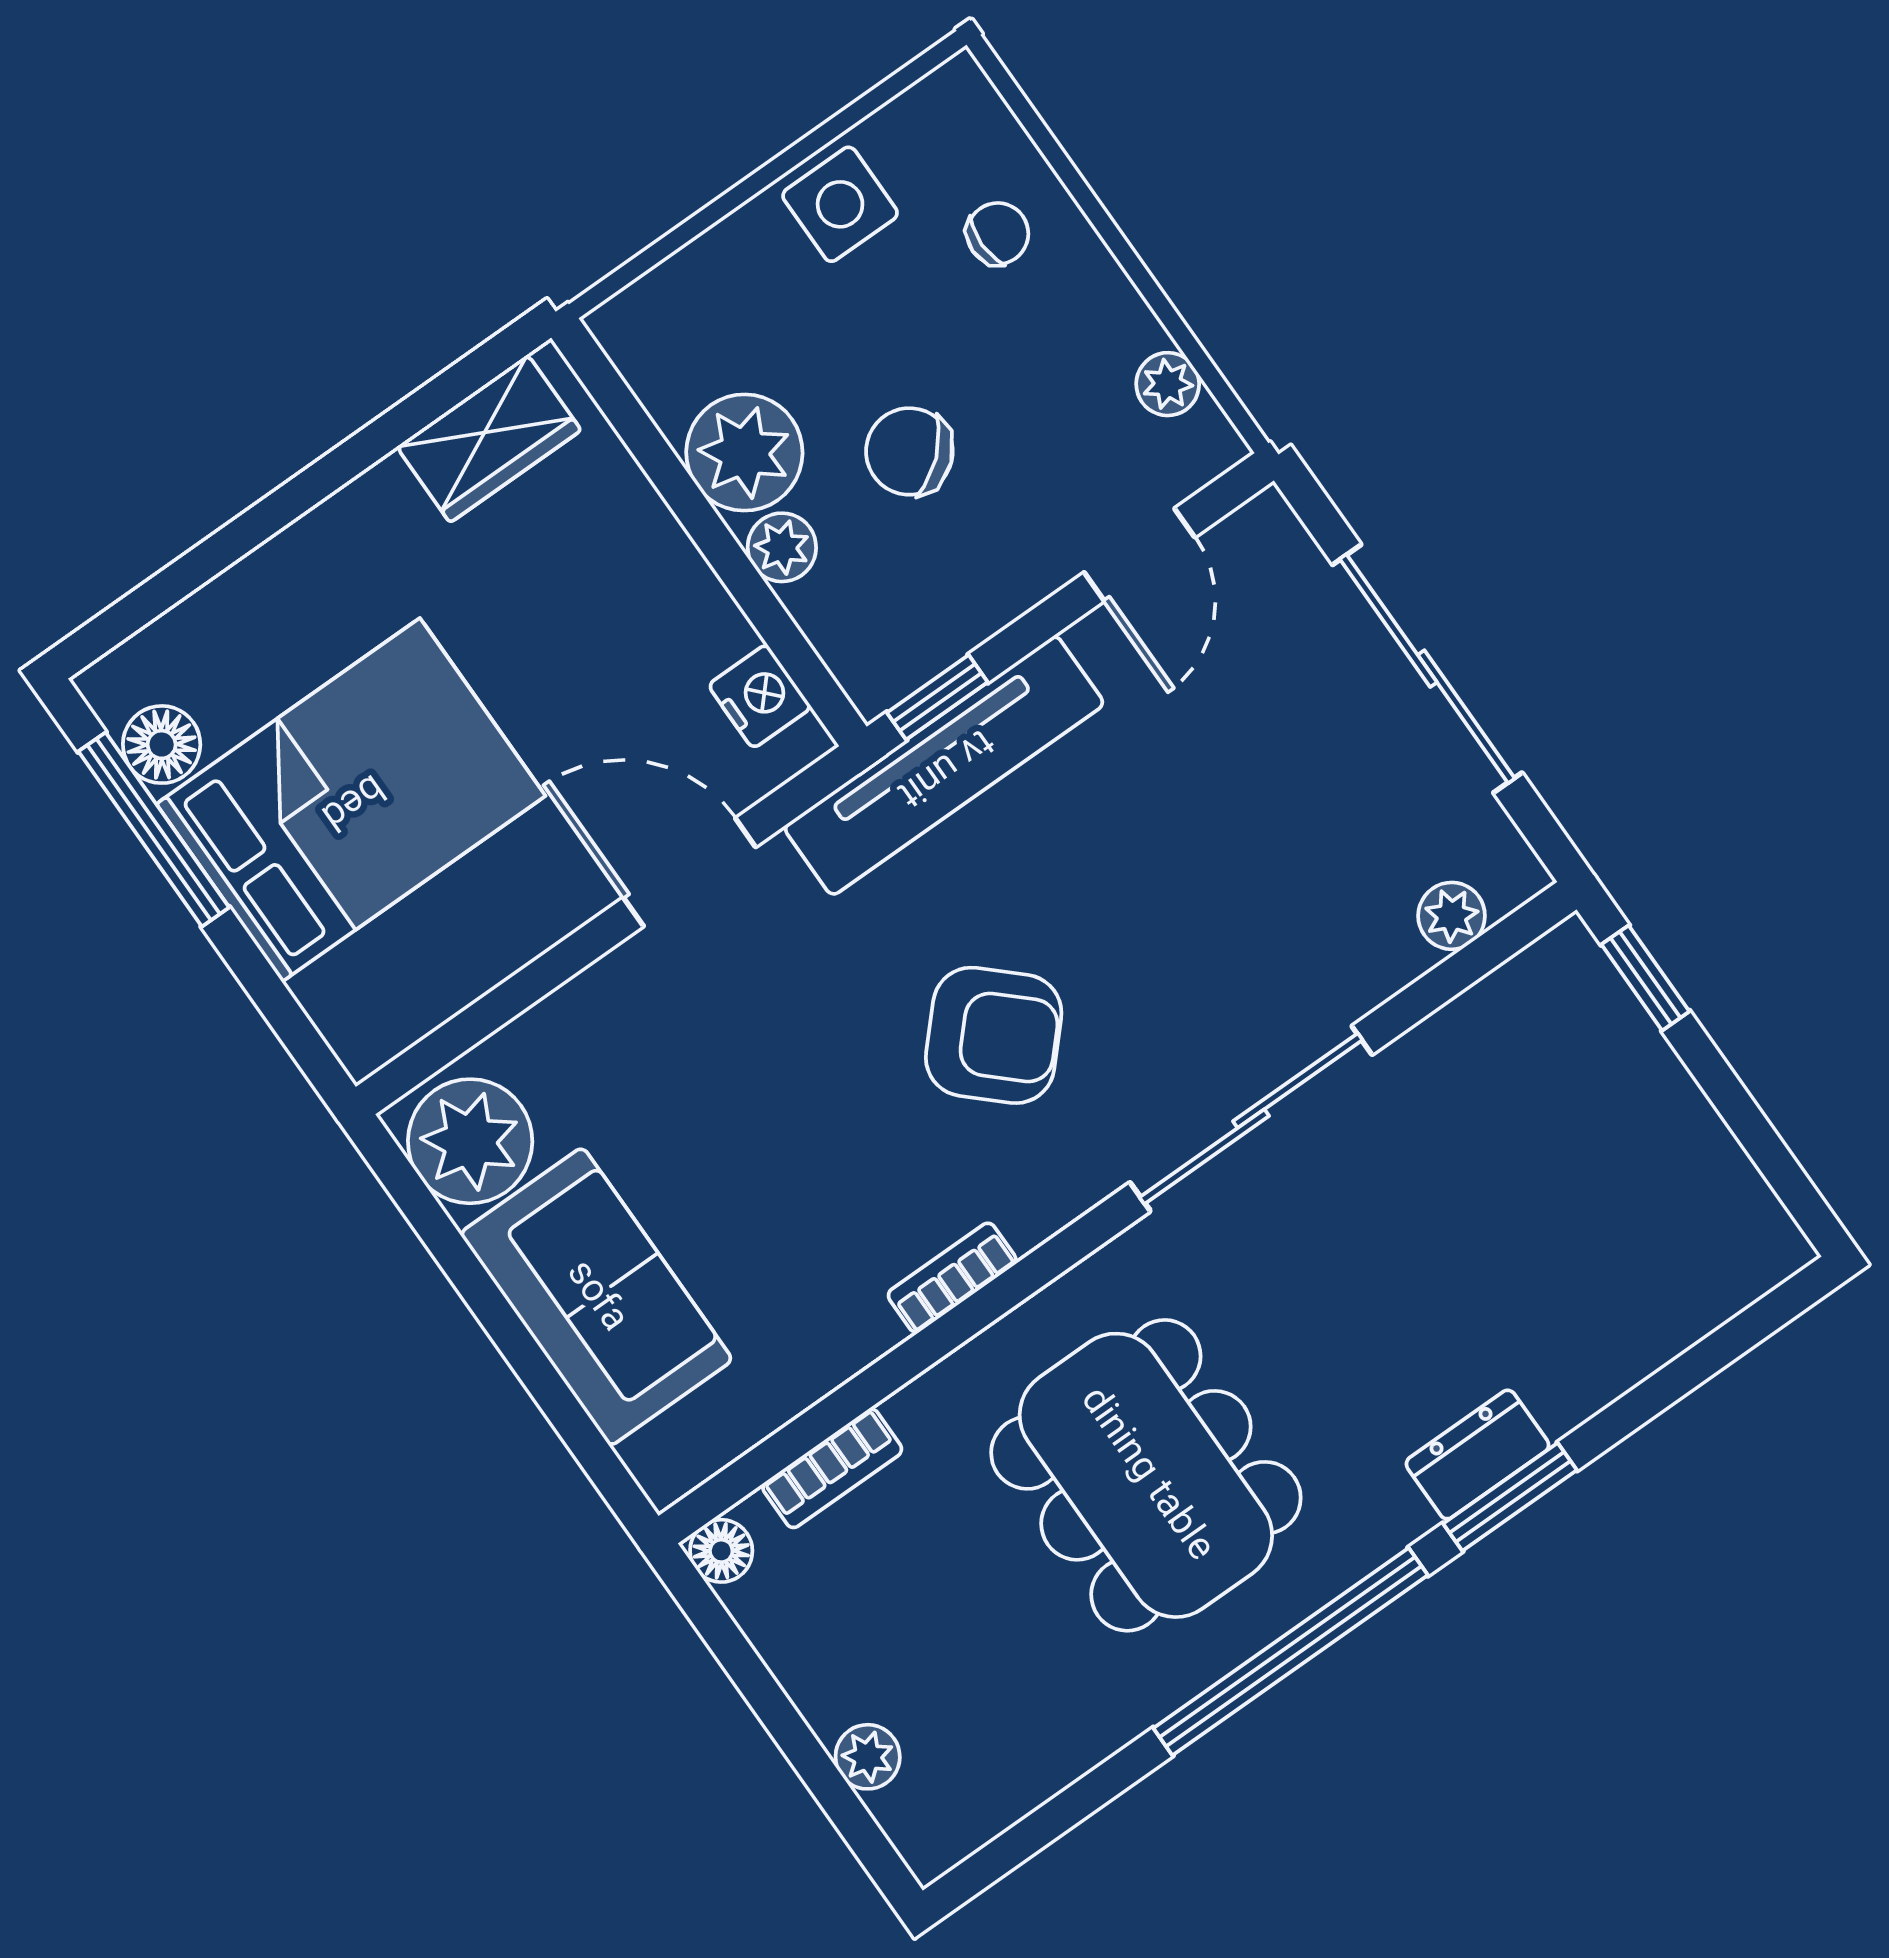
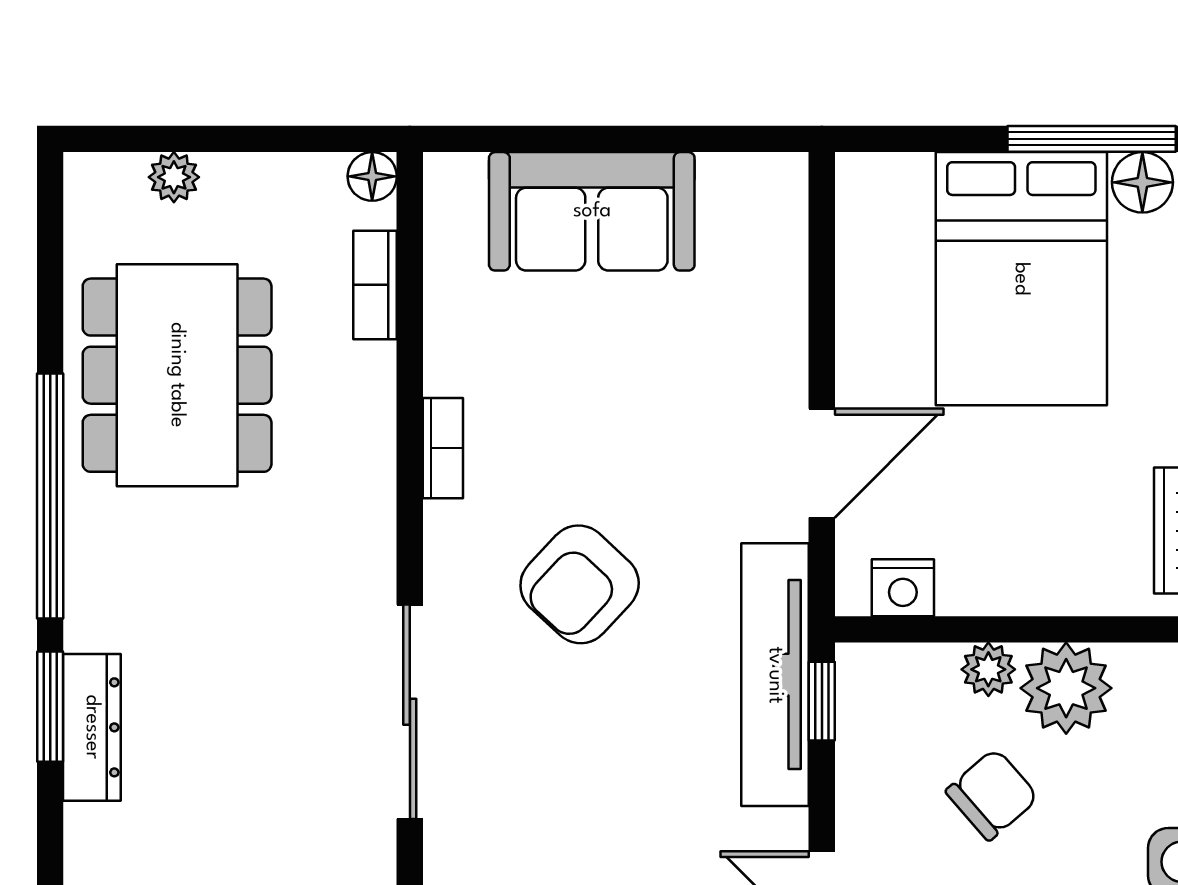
plant: (470, 1141) -> (749, 201), removed
dresser: (1477, 1455) -> (92, 727), width x1.44
dining table: (1146, 1475) -> (177, 375), moved, turned 90

